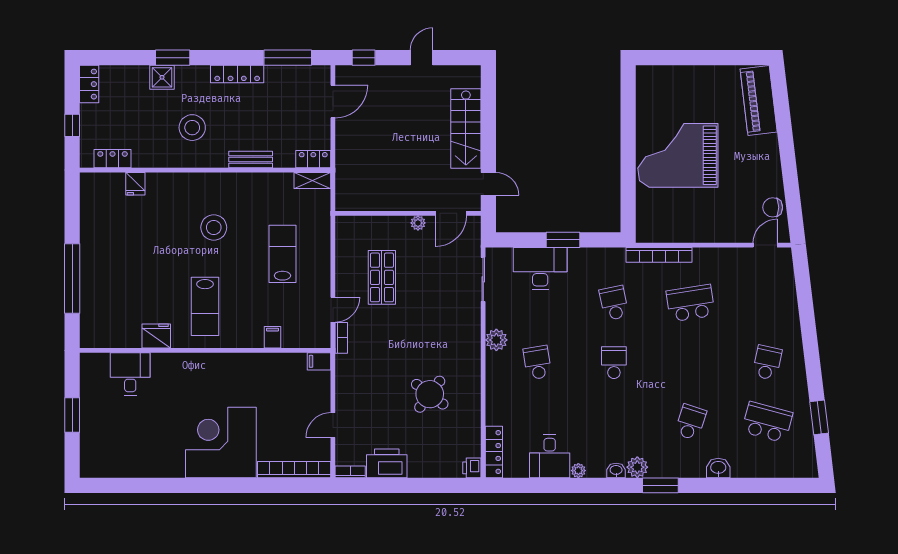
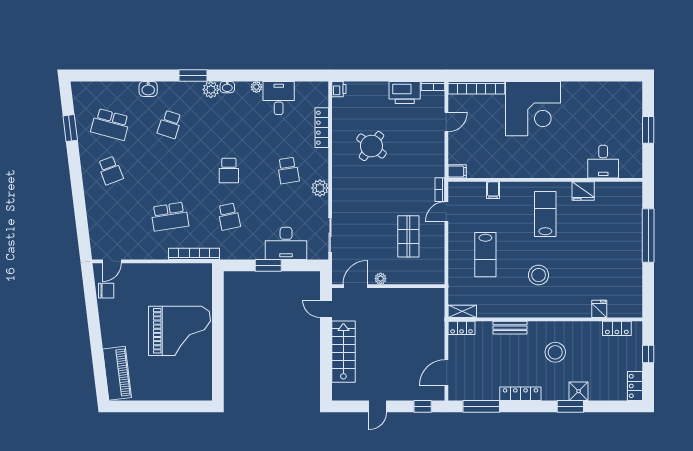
school desk: (767, 363) -> (110, 170), turned -33
locker: (494, 452) -> (322, 128), moved

